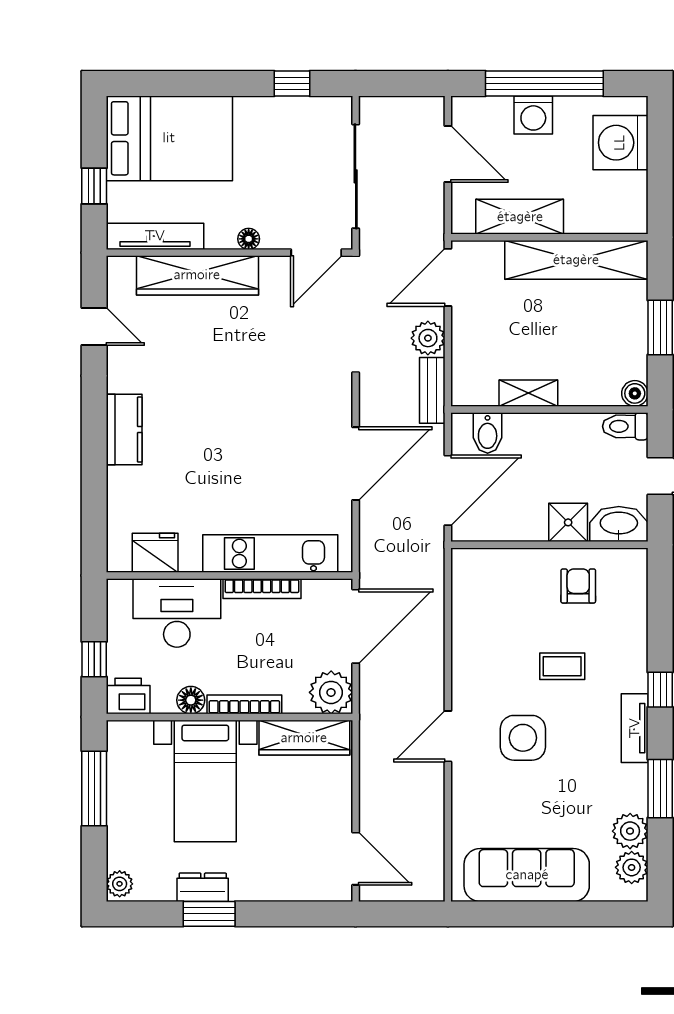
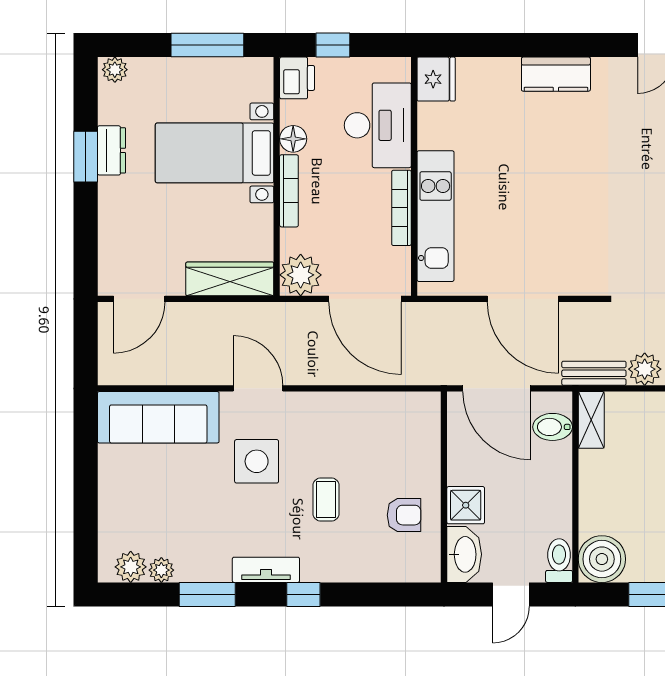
shelving: (528, 393) -> (591, 420), moved
boiler: (635, 393) -> (602, 559), width x1.86, depth x1.86
fridge: (155, 553) -> (436, 79), moved
wardrobe: (304, 738) -> (230, 279), moved, turned 90
plant: (630, 831) -> (161, 570), width x0.73, depth x0.73
sofa: (527, 875) -> (158, 417), moved, turned 90

